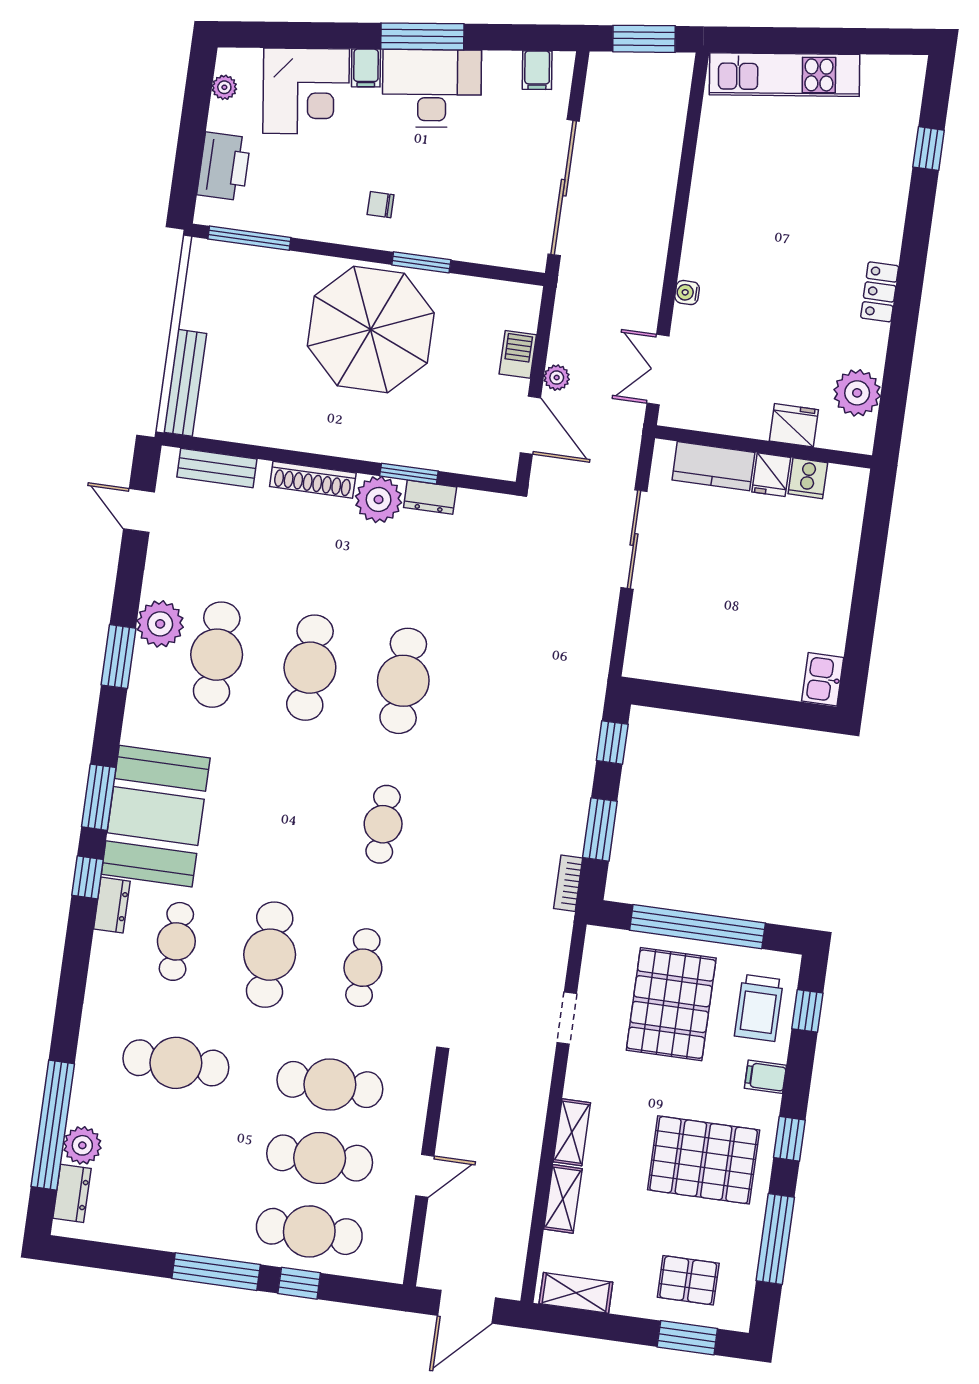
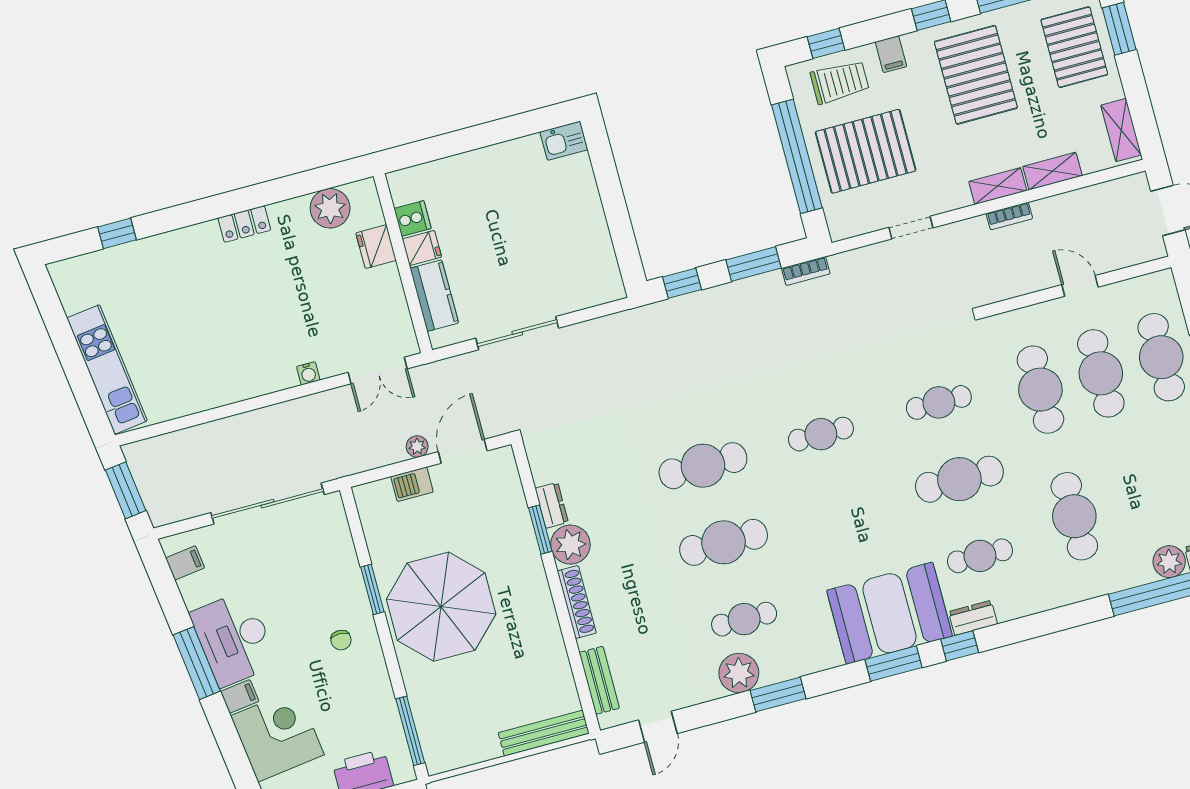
cafe table: (217, 655) -> (744, 619), width x0.73, depth x0.74
bookcase: (534, 1131) -> (1009, 216), added
pallet: (688, 1280) -> (1074, 47), width x1.50, depth x1.42

